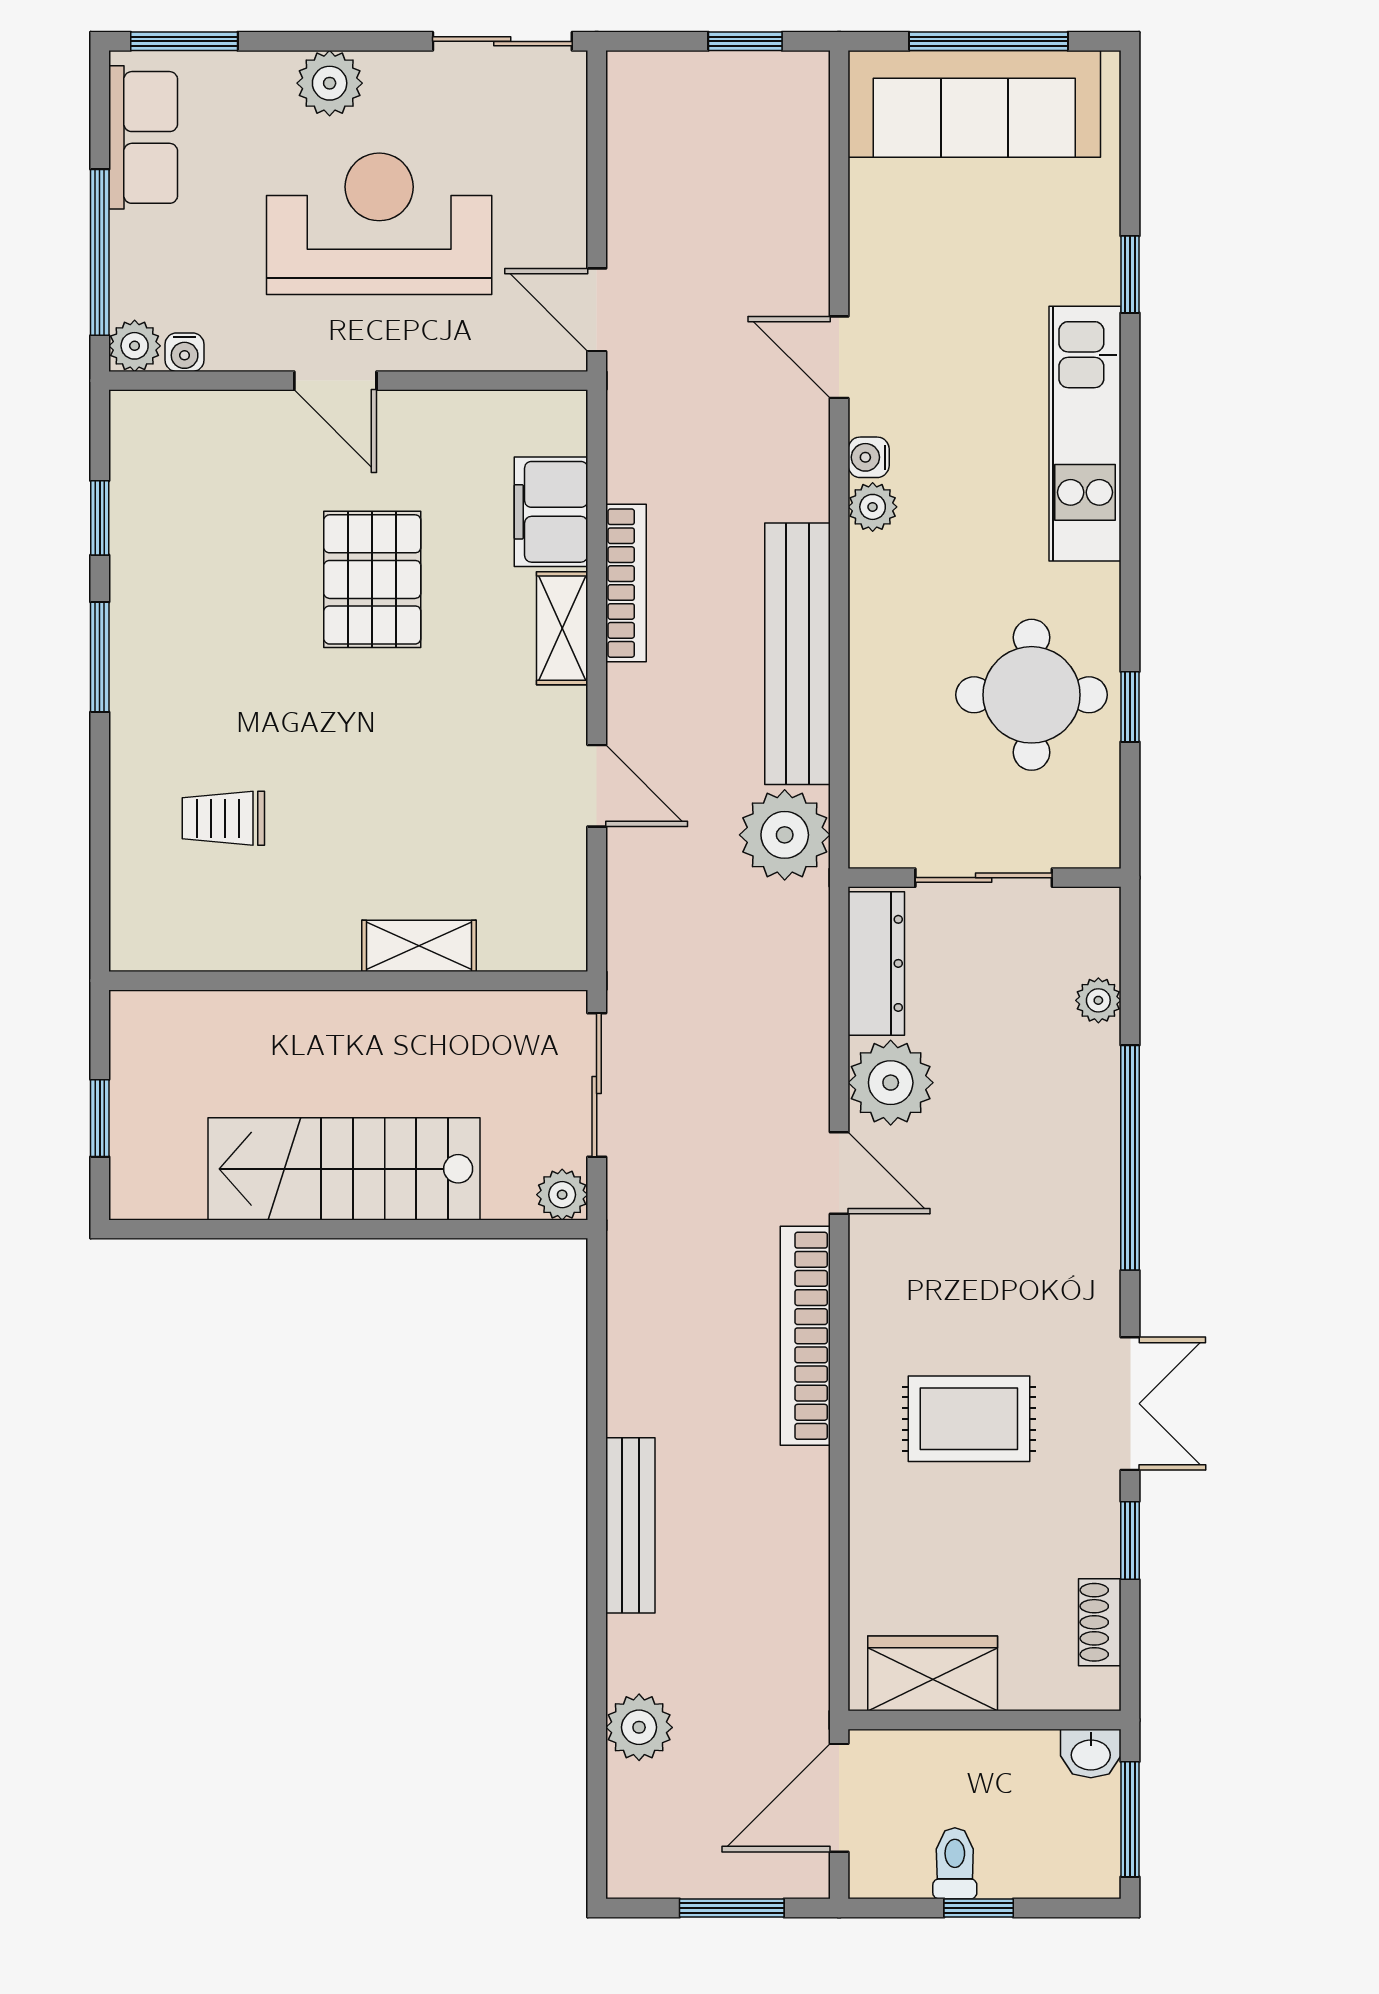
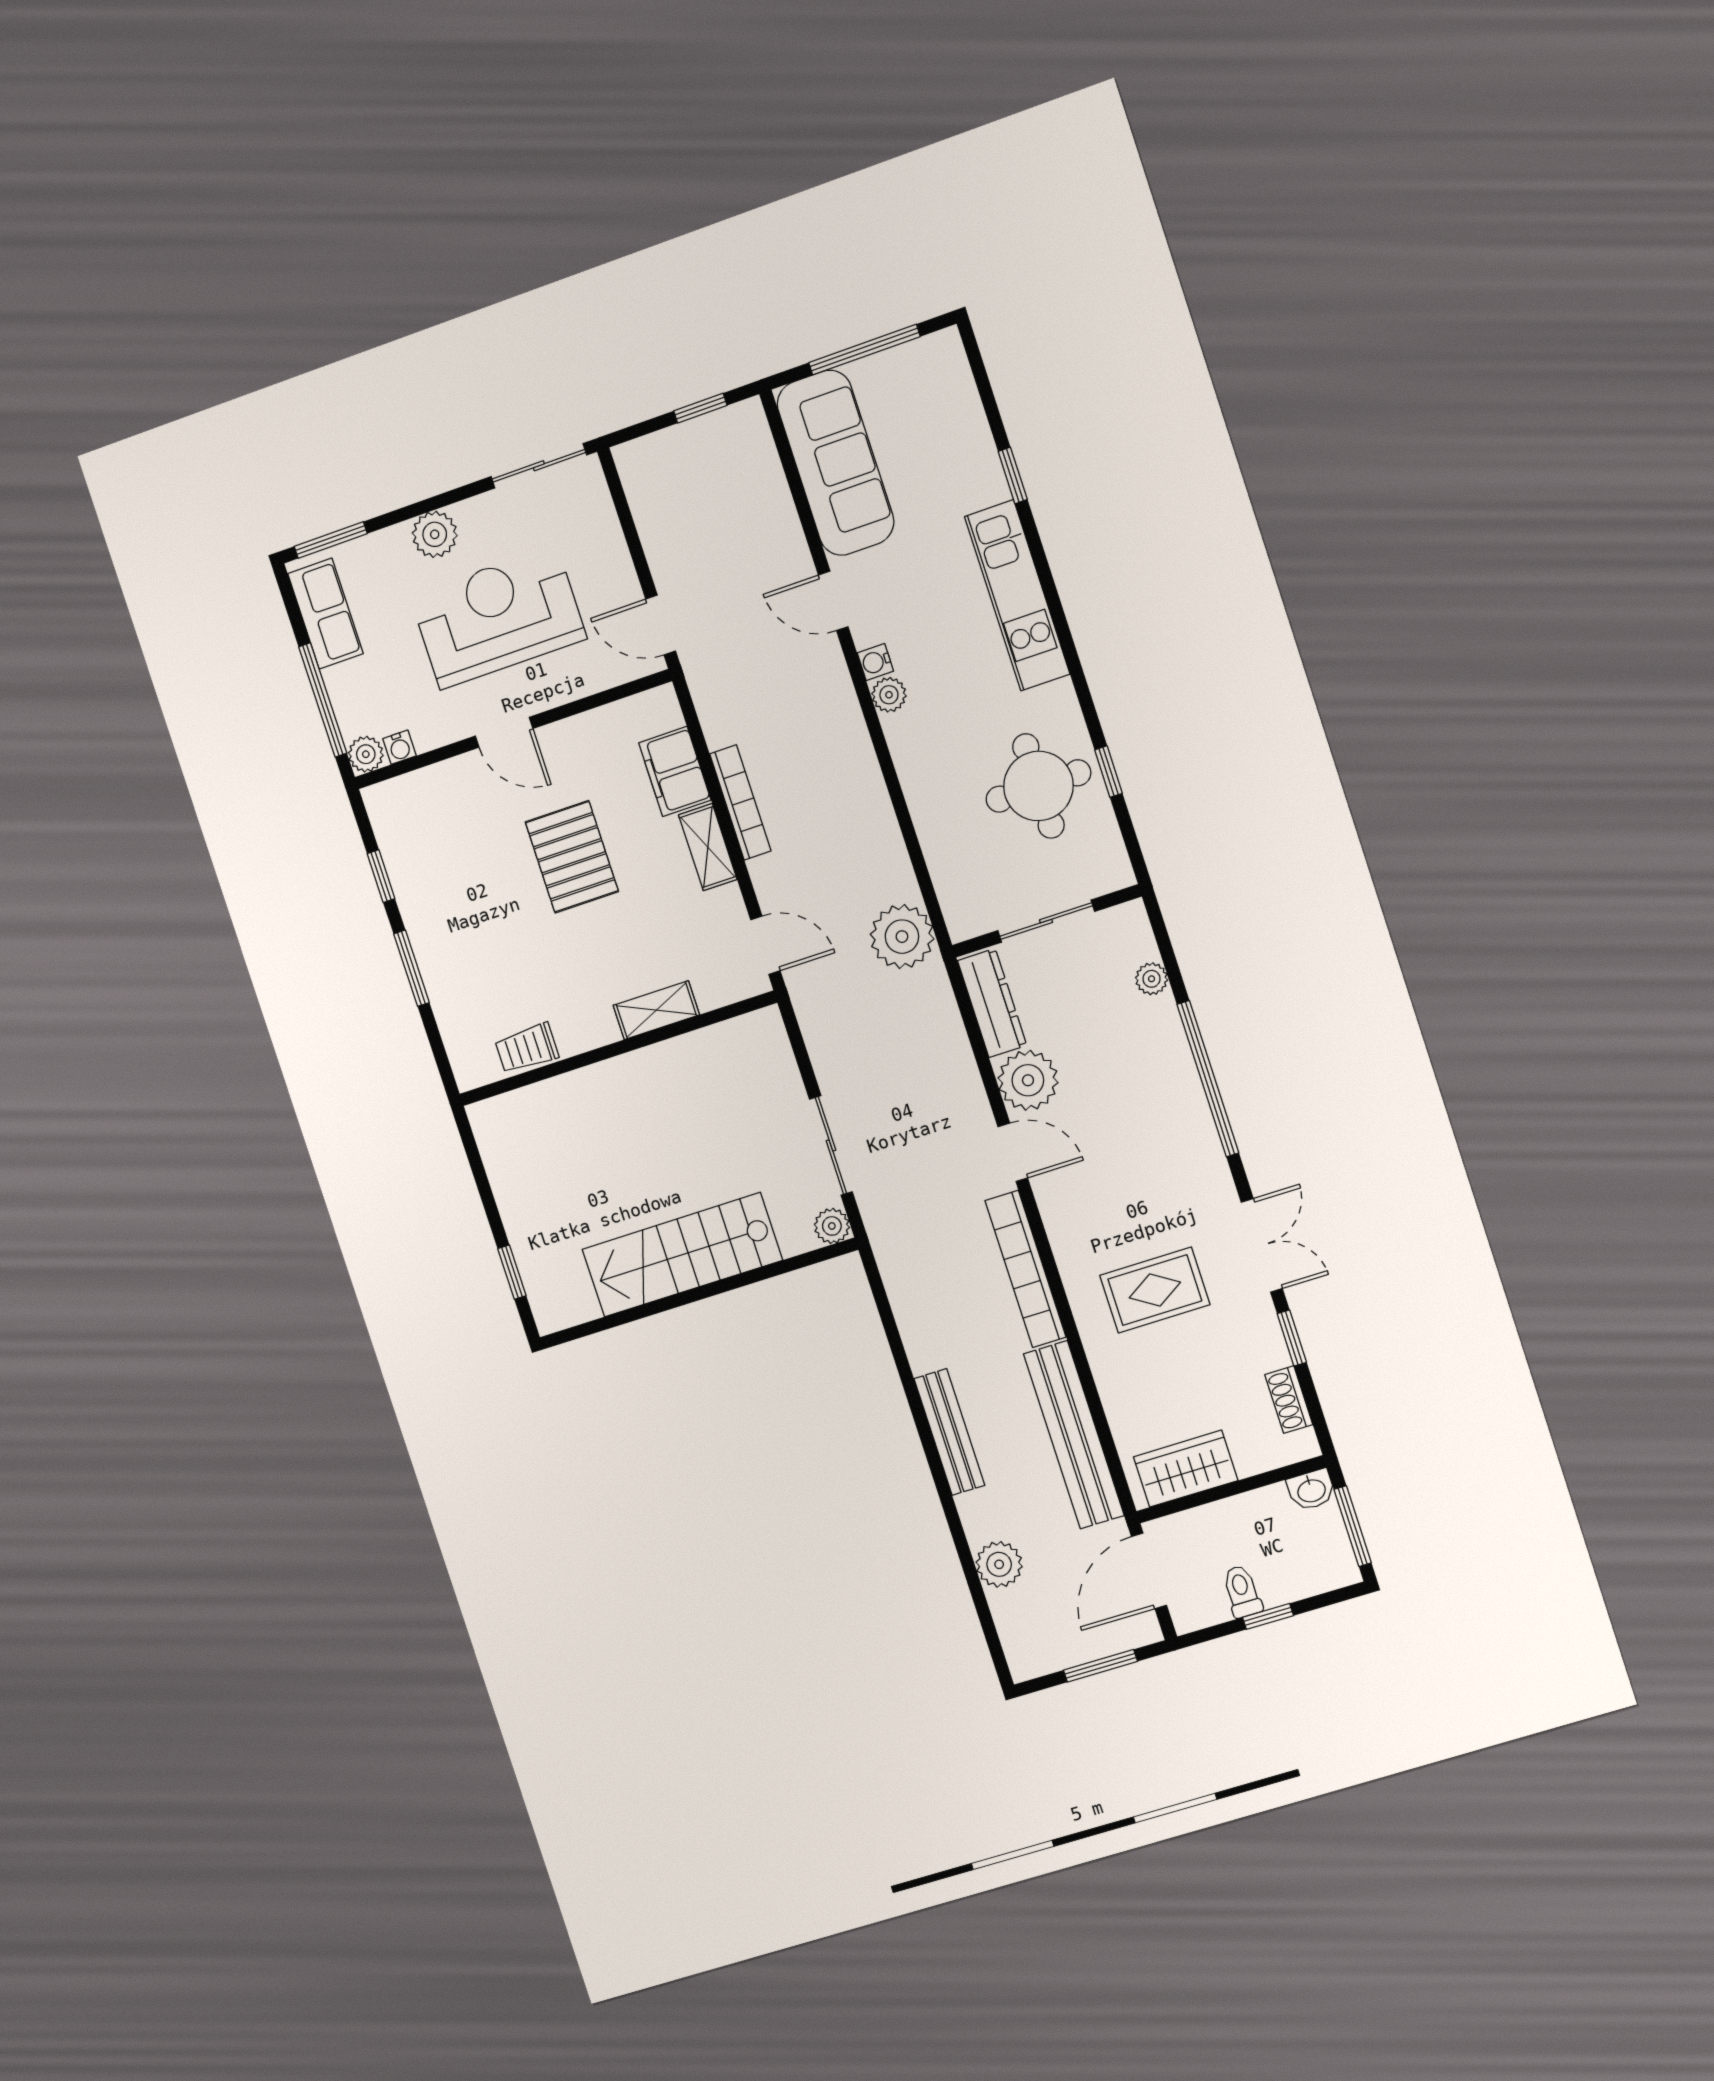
sofa: (974, 104) -> (836, 463), moved, turned -90
bench: (797, 654) -> (1074, 1435), moved
shelving: (419, 946) -> (656, 1010), moved
wall: (348, 981) -> (617, 1049), moved

